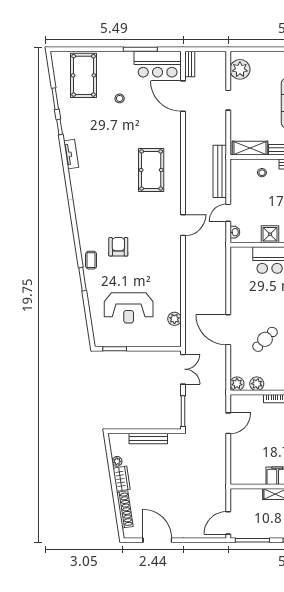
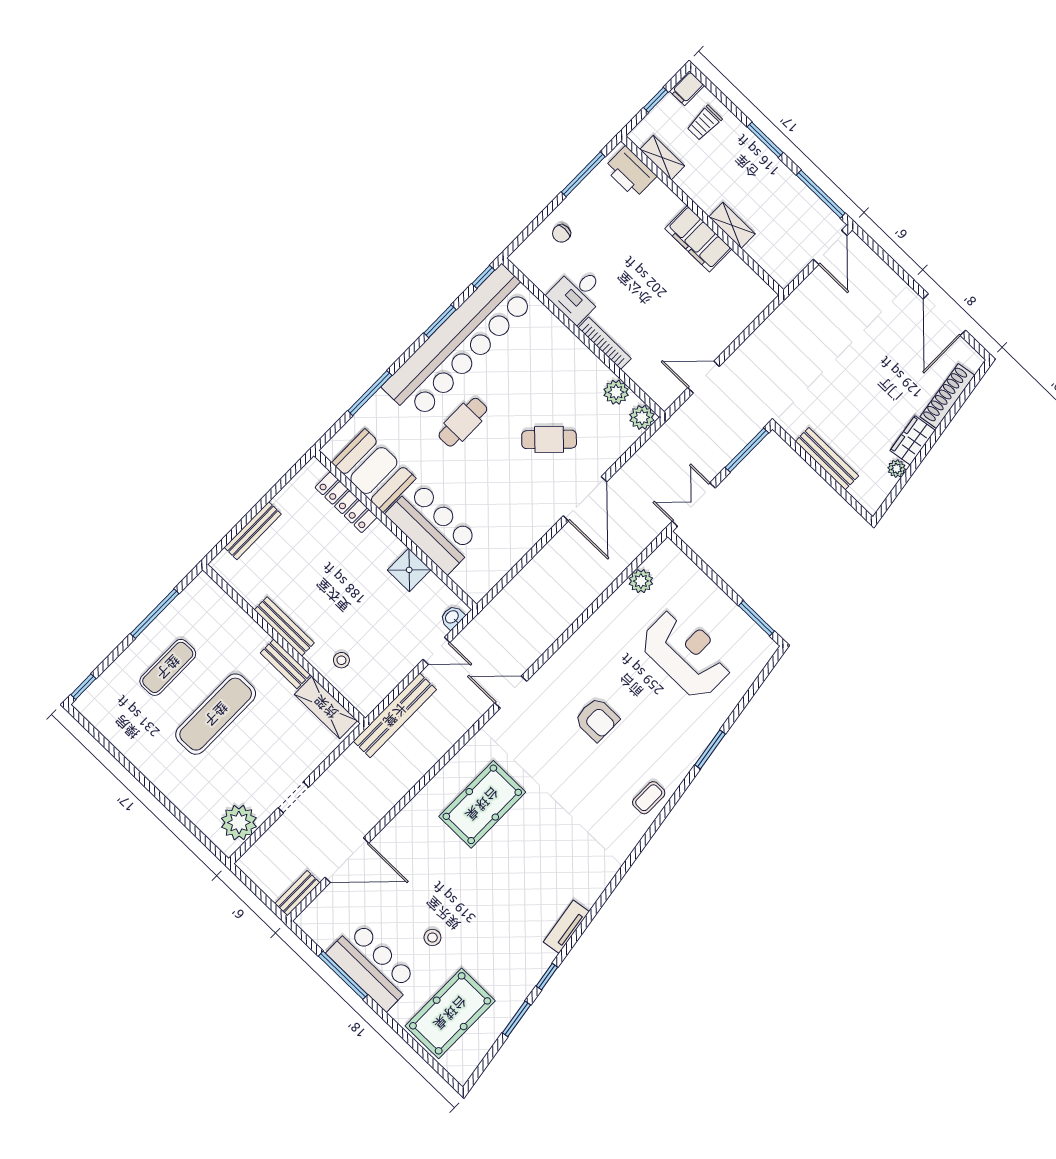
bar counter: (158, 64) -> (372, 966), moved
door: (183, 96) -> (347, 860), hinge flipped
armchair: (118, 247) -> (597, 719), moved, turned -90
coffee table: (91, 260) -> (649, 798), moved
door: (228, 523) -> (830, 247), hinge flipped

